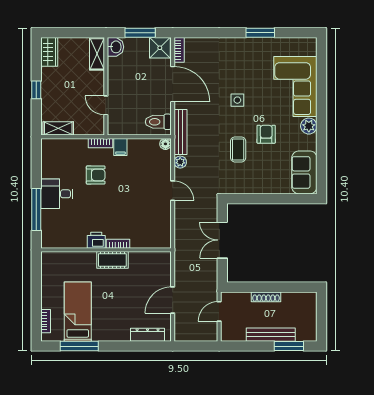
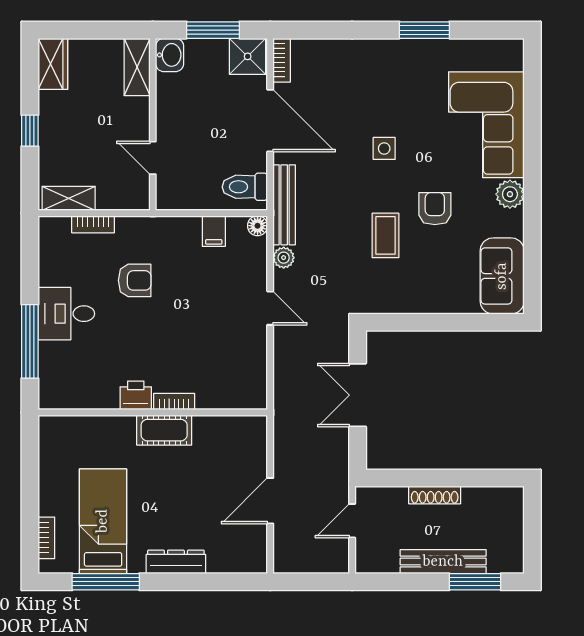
bookcase: (101, 143) -> (93, 224), moved
filing cabinet: (120, 147) -> (214, 231), moved
dresser: (148, 335) -> (176, 562), moved

